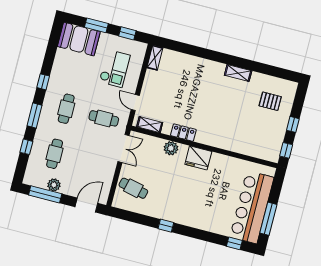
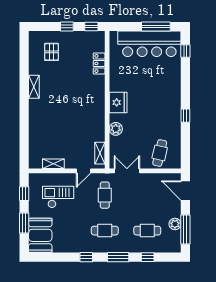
shelving: (155, 58) -> (53, 164), moved
locker: (183, 133) -> (99, 63), moved

